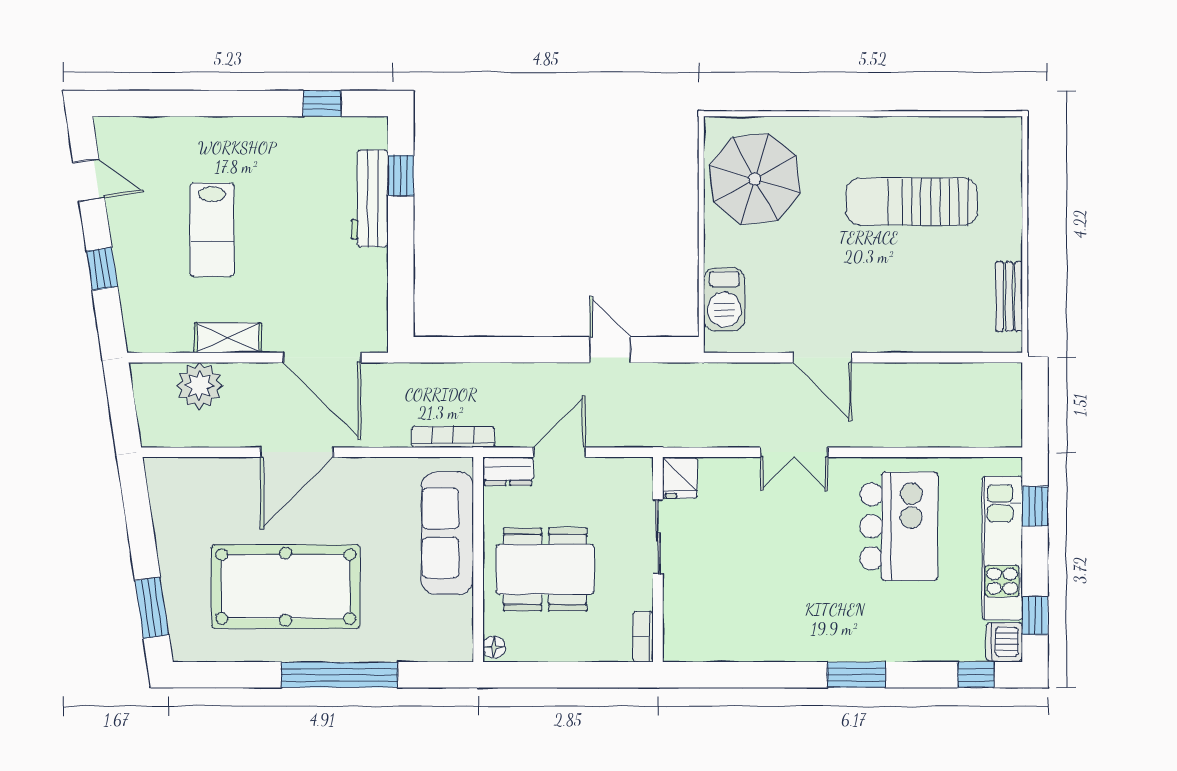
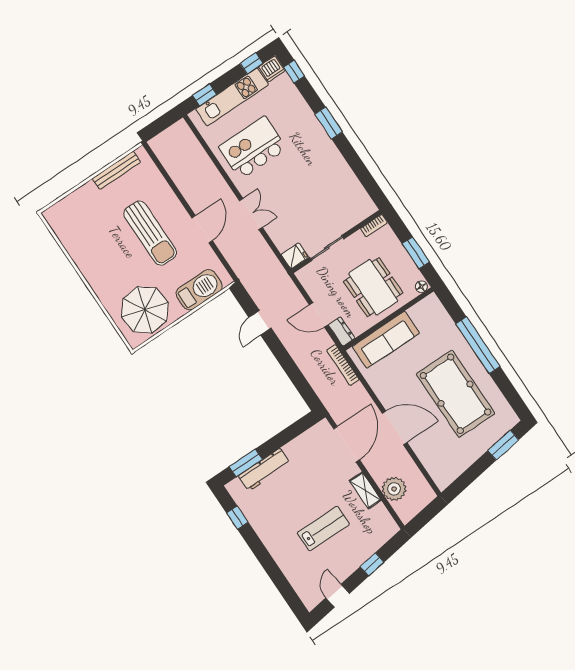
window: (401, 176) -> (246, 463), width x1.50
sun lounger: (912, 201) -> (150, 233), moved
bench: (1009, 297) -> (116, 170), width x1.36
barbecue: (724, 299) -> (199, 290), width x1.37, depth x1.21
window: (555, 675) -> (416, 253), added

